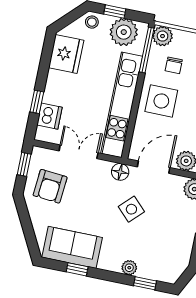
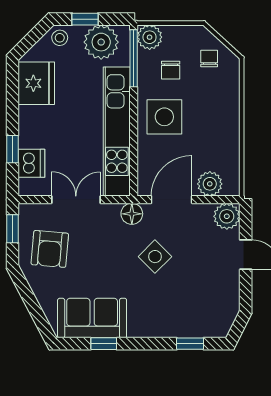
plant: (129, 268) -> (167, 329), removed

